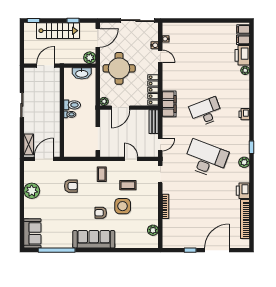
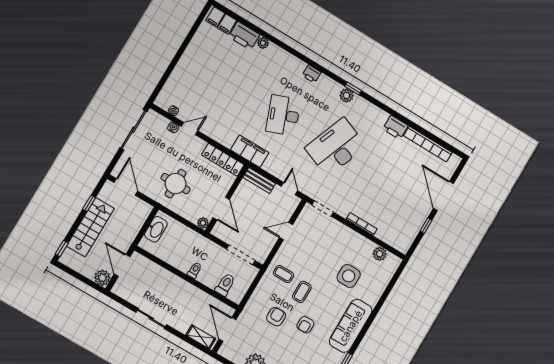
plant: (90, 58) -> (102, 278), moved
round table: (119, 68) -> (176, 184), width x0.73, depth x0.73
toilet: (72, 105) -> (225, 285), moved
plant: (244, 162) -> (347, 96), moved
coffee table: (128, 185) -> (302, 292), moved
side table: (123, 206) -> (349, 276), moved
armchair: (101, 213) -> (305, 325), moved

